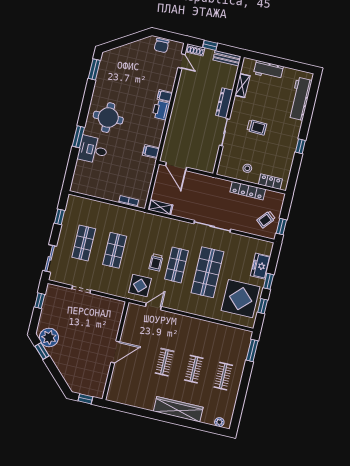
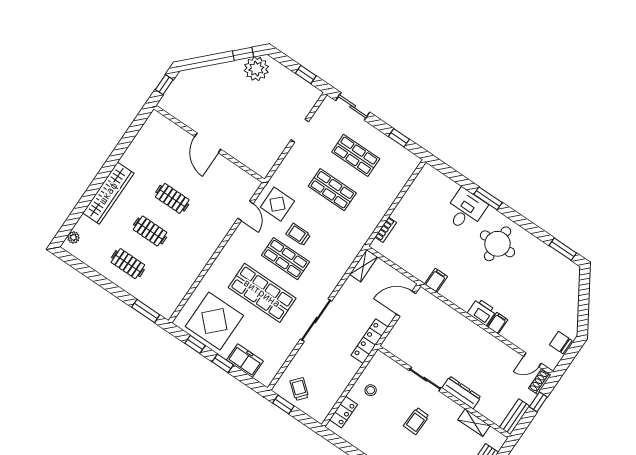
locker: (248, 191) -> (370, 341), moved

